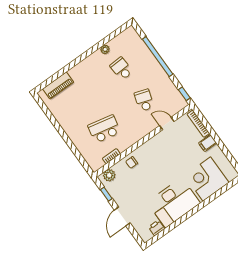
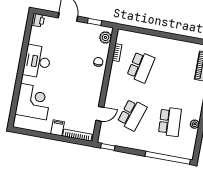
window: (158, 57) -> (168, 158), moved
school desk: (121, 69) -> (170, 122), width x1.85
school desk: (144, 100) -> (132, 115), width x1.85
desk: (174, 203) -> (37, 61), width x0.73, depth x0.77
printer: (156, 228) -> (38, 20), moved

